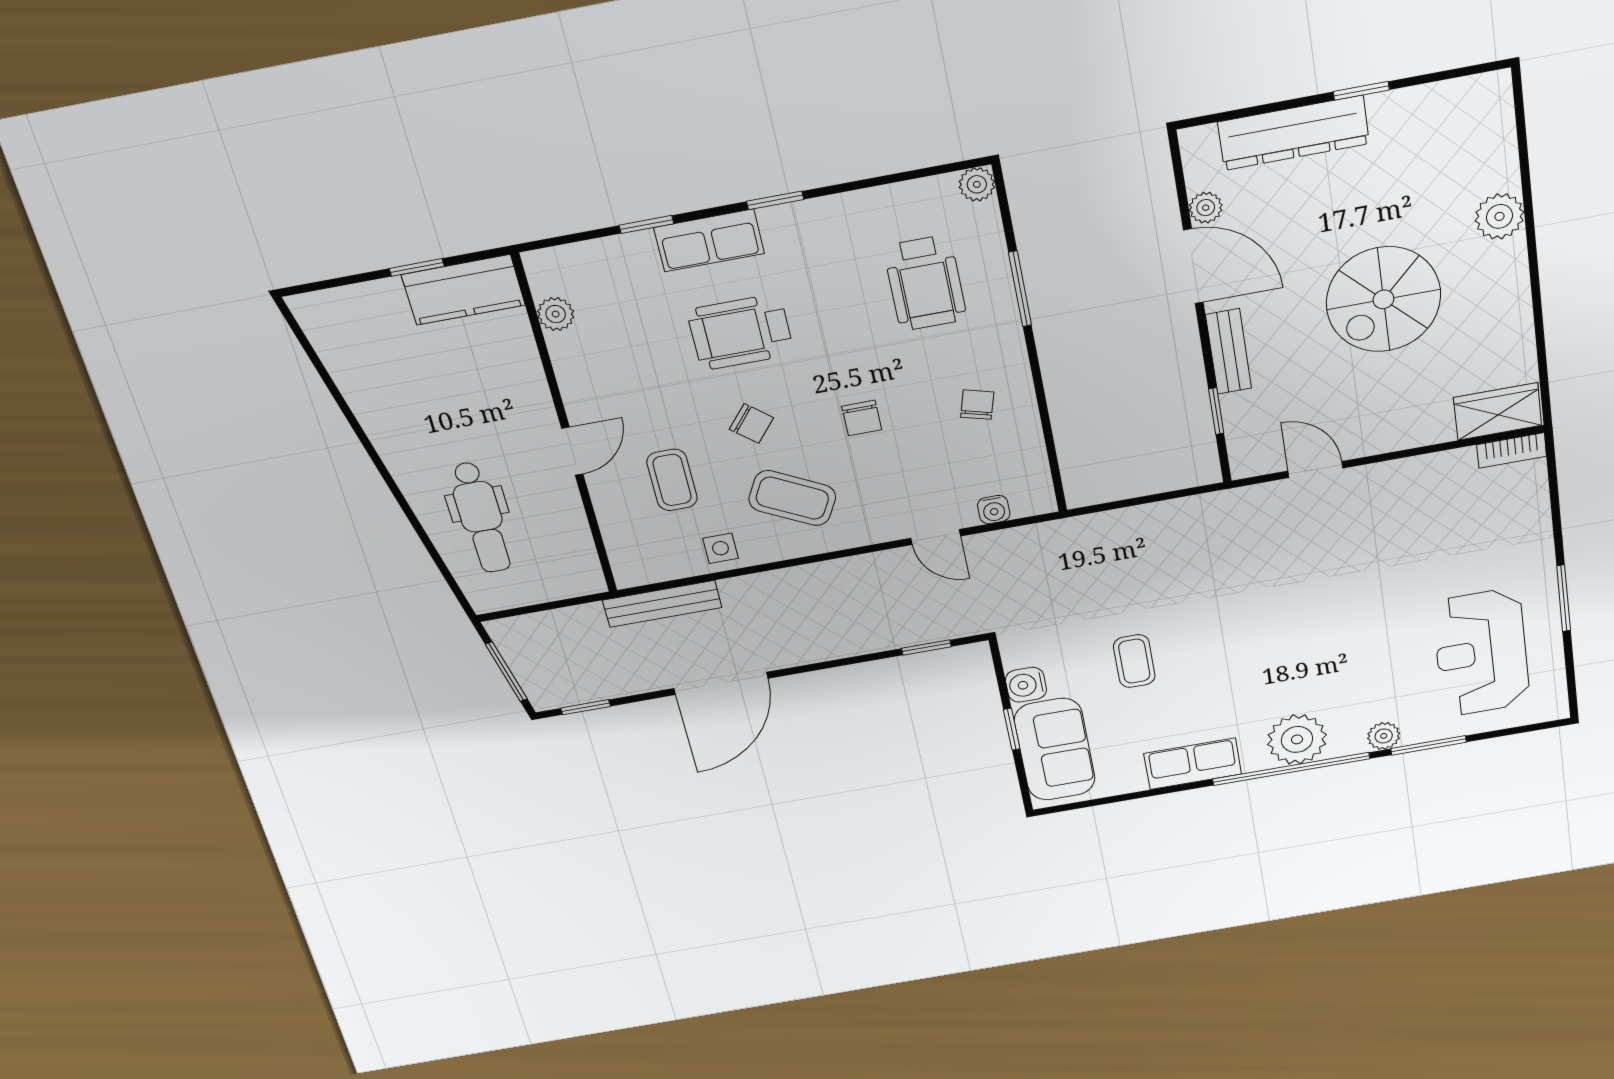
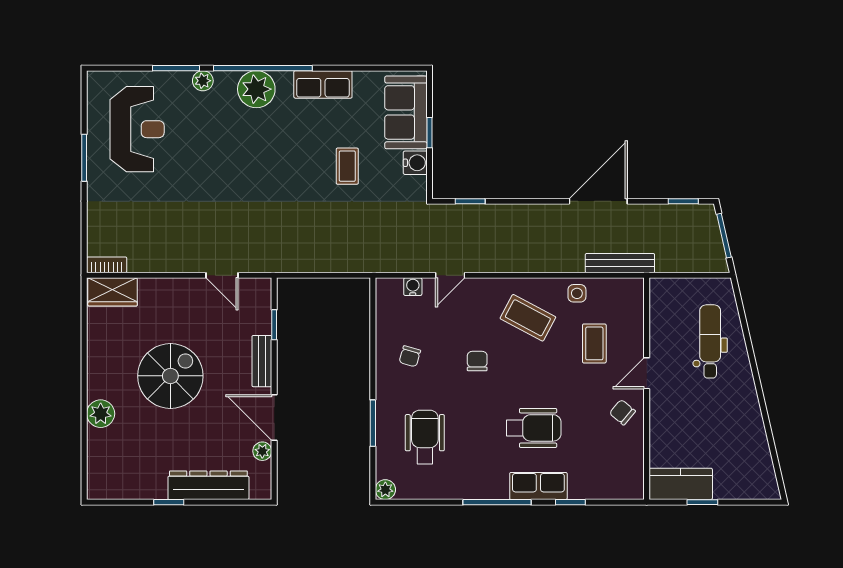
window: (775, 200) -> (497, 502), width x2.17
plant: (556, 314) -> (634, 459), removed
chair: (751, 423) -> (622, 412), moved
door: (936, 537) -> (450, 275), swing flipped

